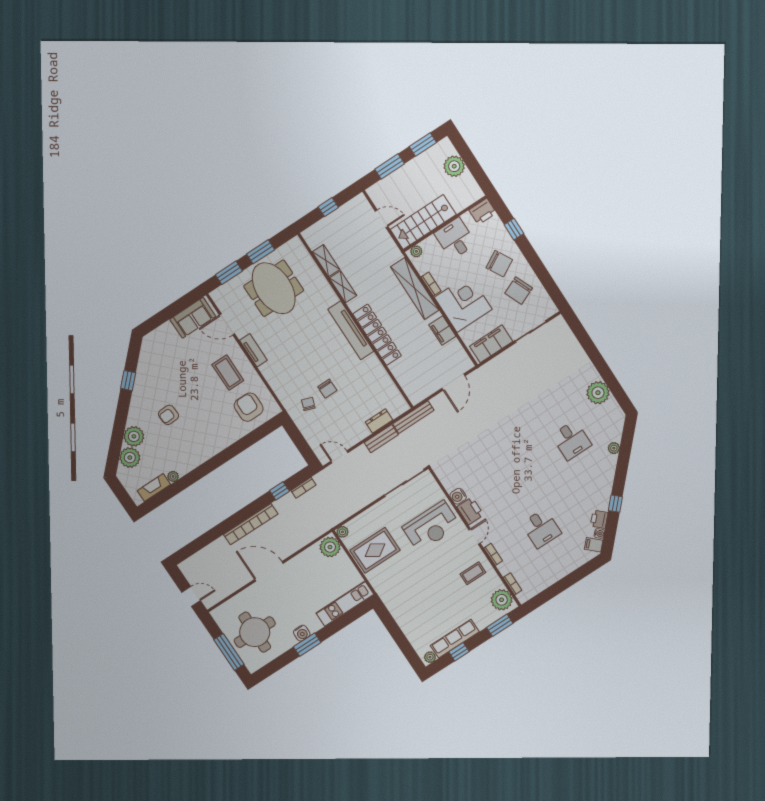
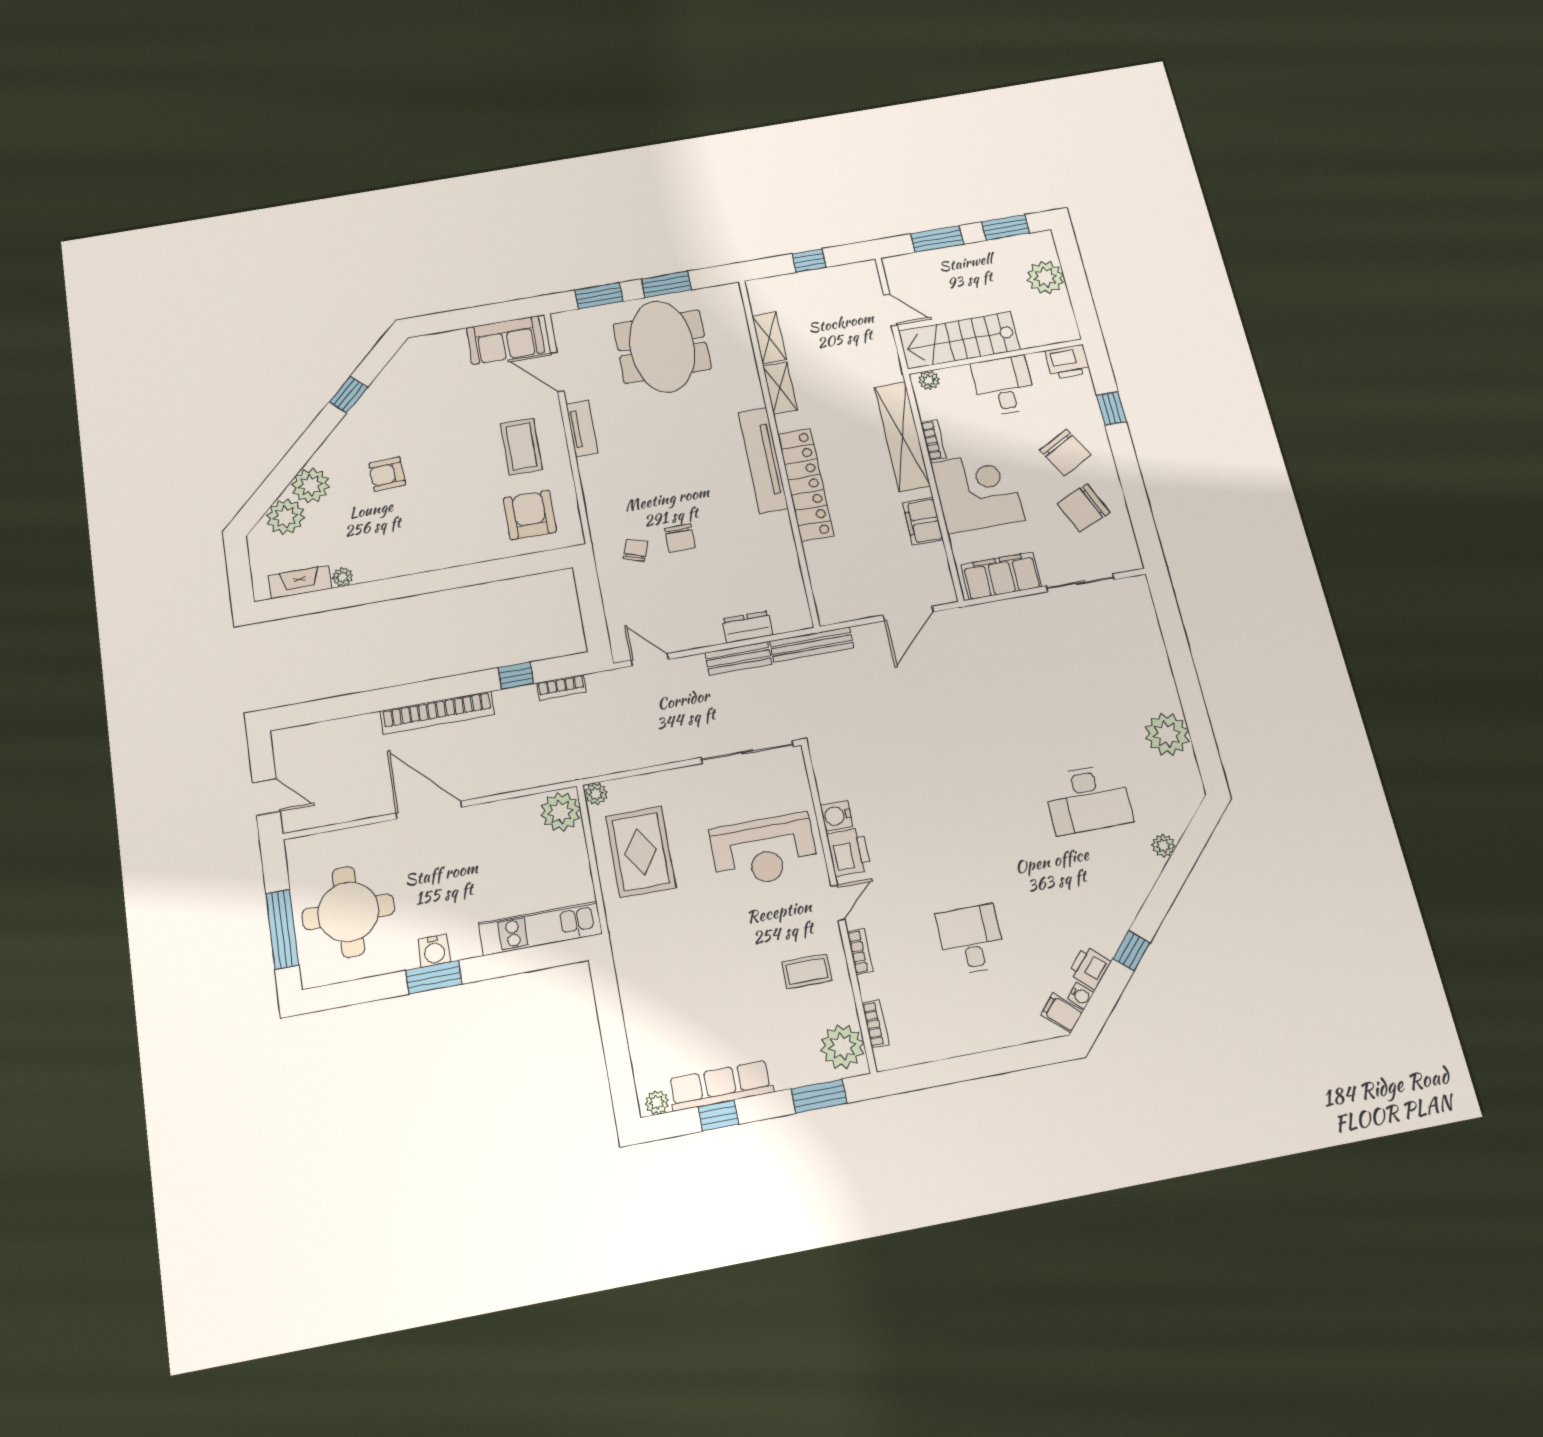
desk: (571, 440) -> (1088, 799), width x1.37
desk: (541, 528) -> (971, 940), turned 180
rug: (375, 550) -> (641, 852), turned 90

